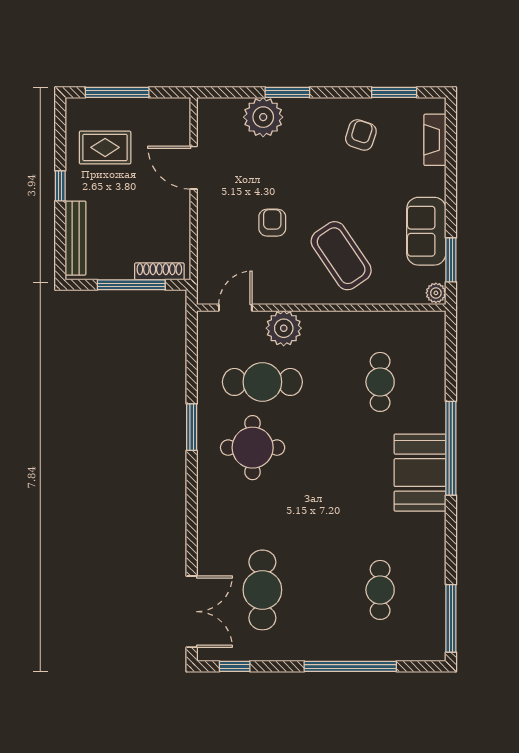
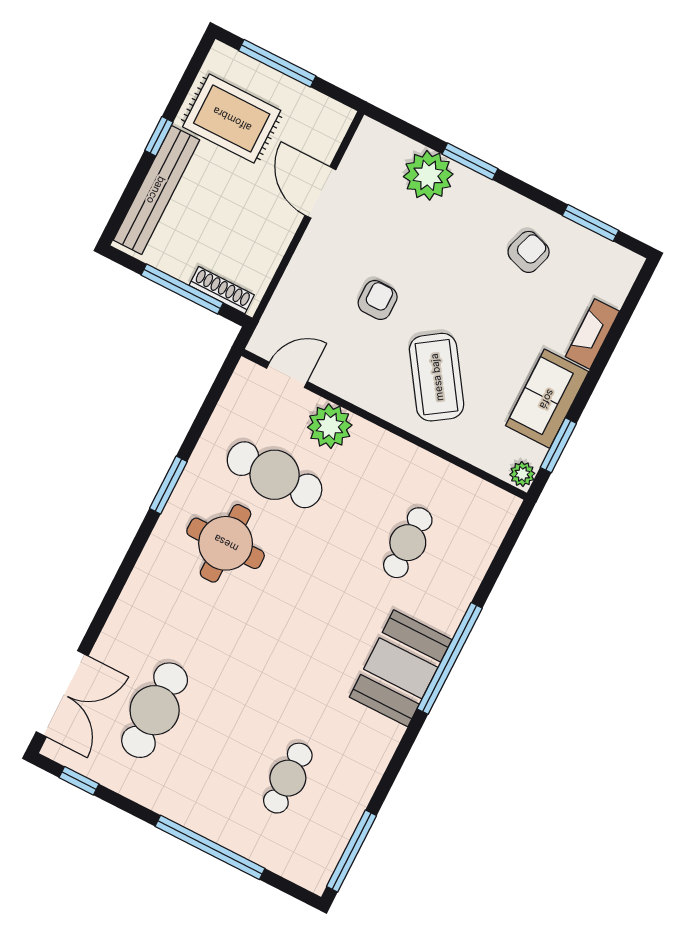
fireplace: (435, 140) -> (592, 334), moved
rug: (105, 147) -> (232, 119), width x1.36, depth x1.43
bench: (76, 238) -> (156, 190), width x1.37, depth x1.21

